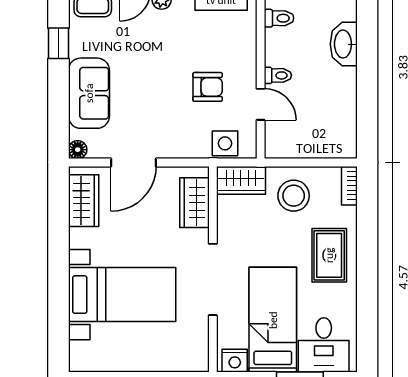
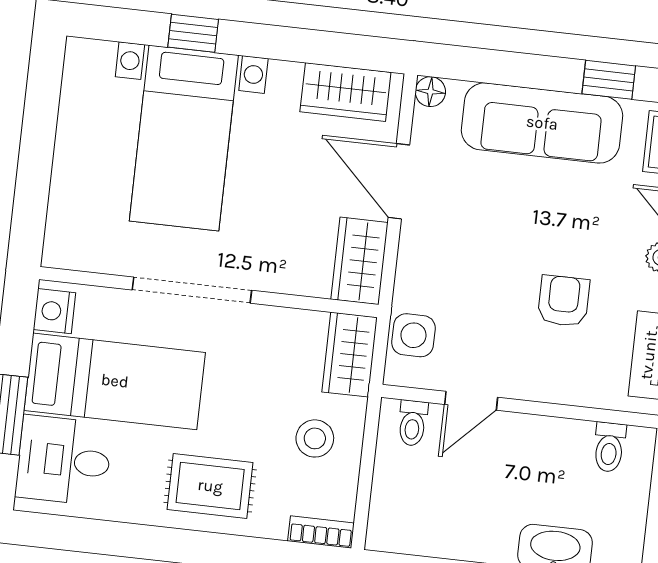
toilet: (278, 75) -> (413, 423), moved
armchair: (208, 87) -> (564, 301), moved, turned 180
sofa: (89, 93) -> (542, 123), width x1.36
stool: (294, 196) -> (315, 438), width x0.73, depth x0.73
wardrobe: (195, 203) -> (359, 261), moved, turned -90
window: (58, 296) -> (193, 33), added

